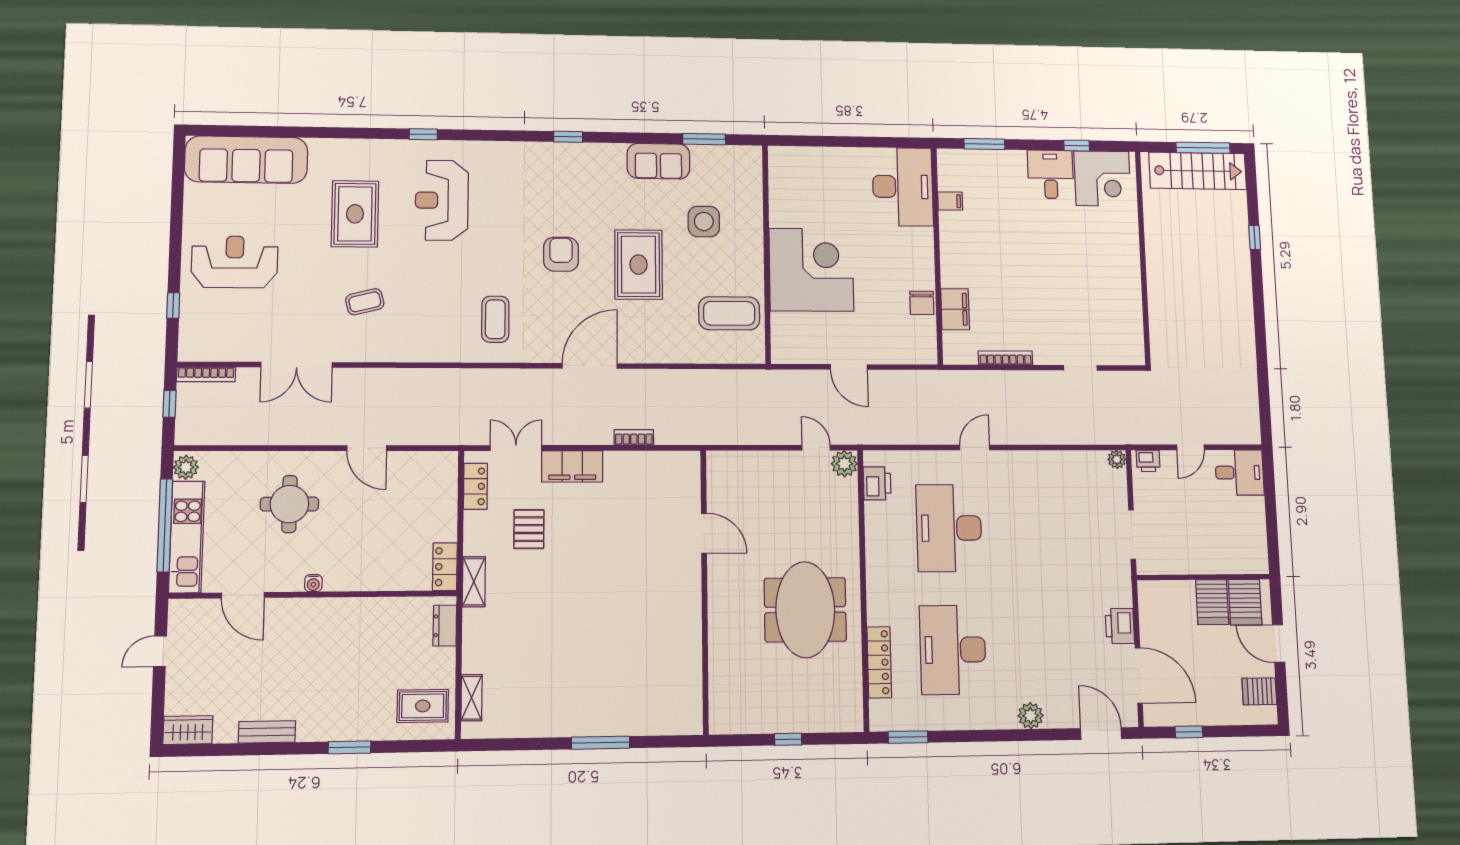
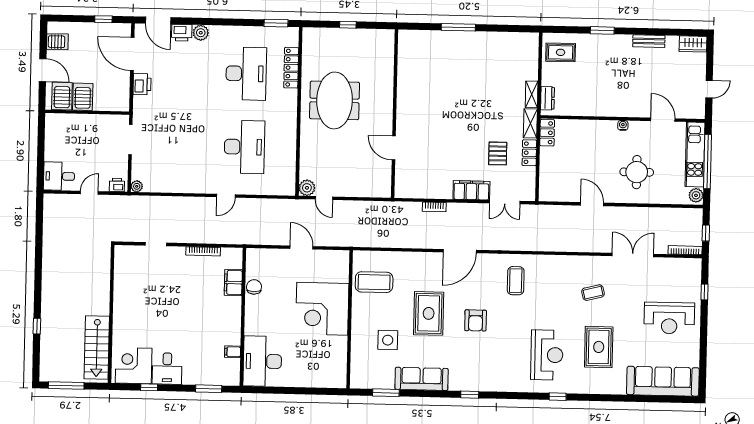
sofa: (658, 161) -> (422, 379), width x1.36
stairs: (1198, 171) -> (97, 348), moved, turned -90
printer: (877, 483) -> (182, 33), moved, turned -90
locker: (475, 486) -> (529, 153), moved
shelving: (472, 698) -> (532, 94), moved

